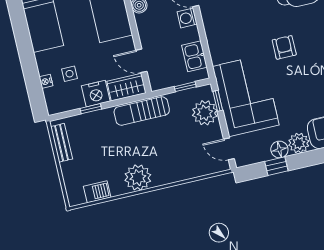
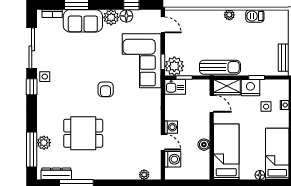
kitchen sink: (194, 56) -> (175, 87), moved, turned 90
plant: (205, 113) -> (174, 66), moved
plant: (138, 178) -> (229, 15), width x0.53, depth x0.53
barbecue: (97, 192) -> (255, 16), moved

